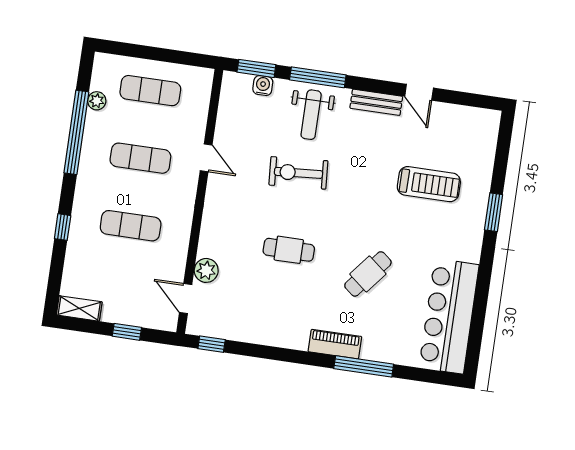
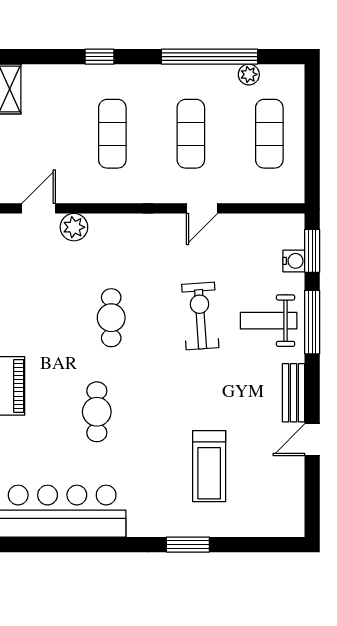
cafe table: (368, 274) -> (97, 412), turned 51

